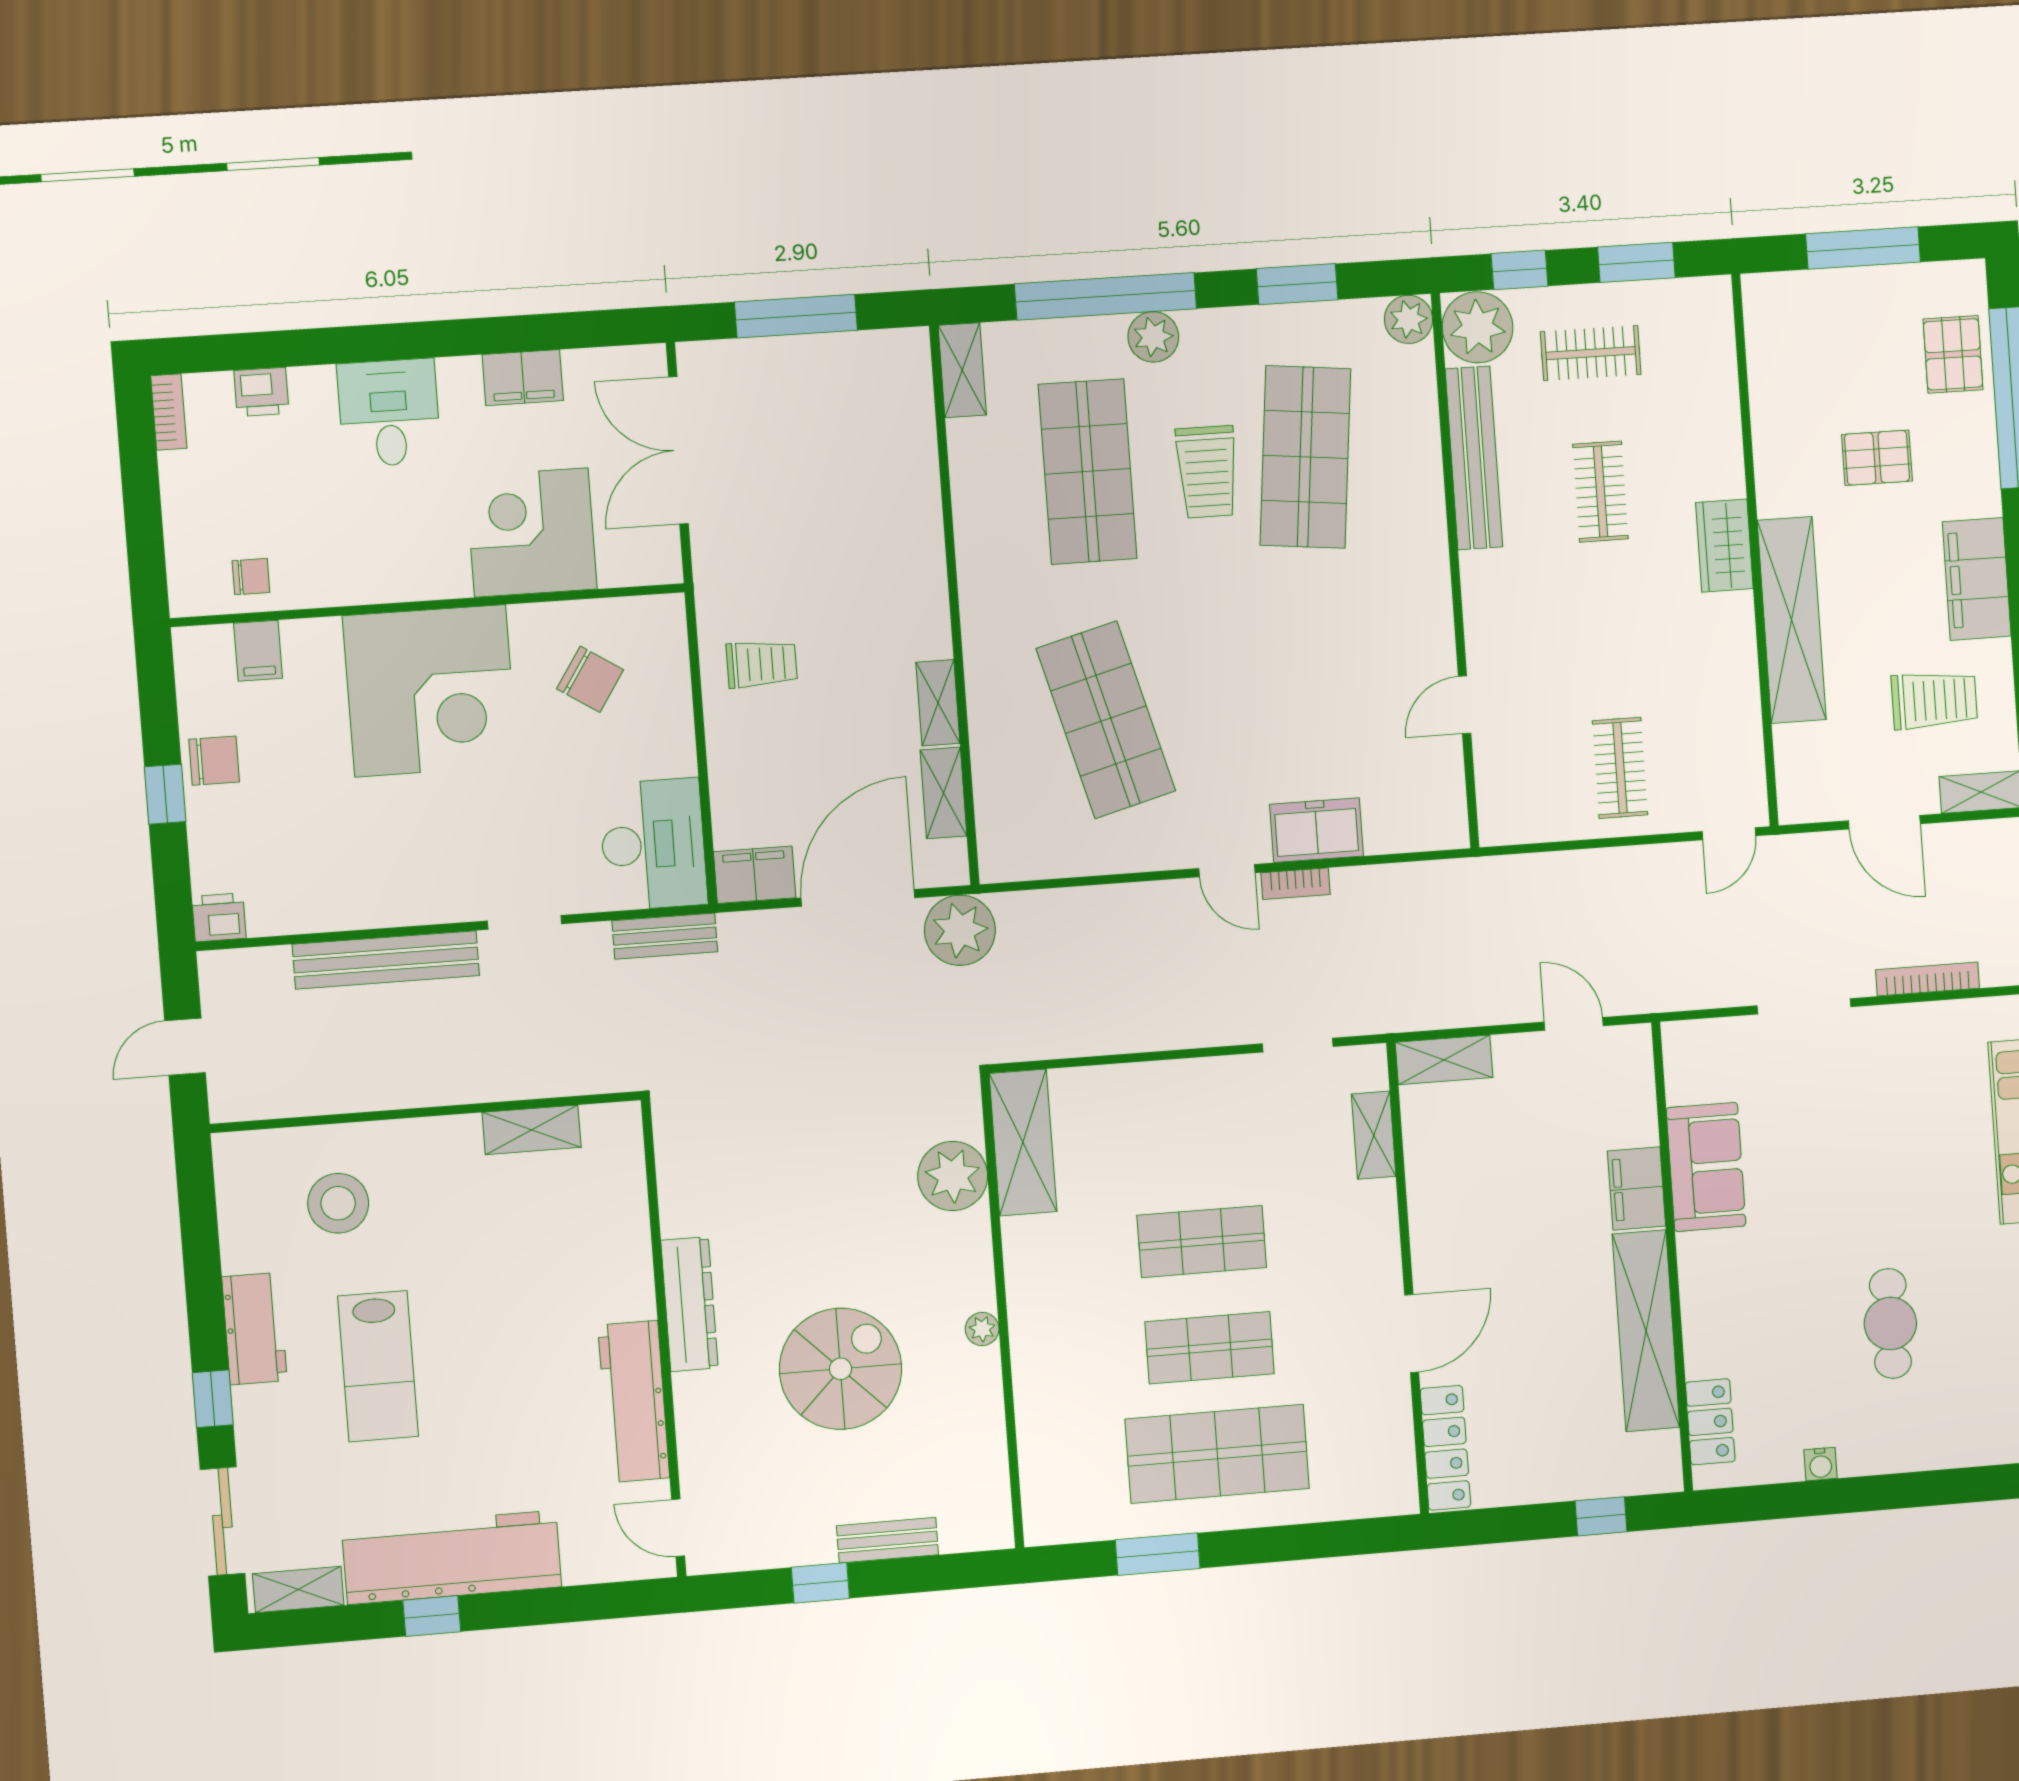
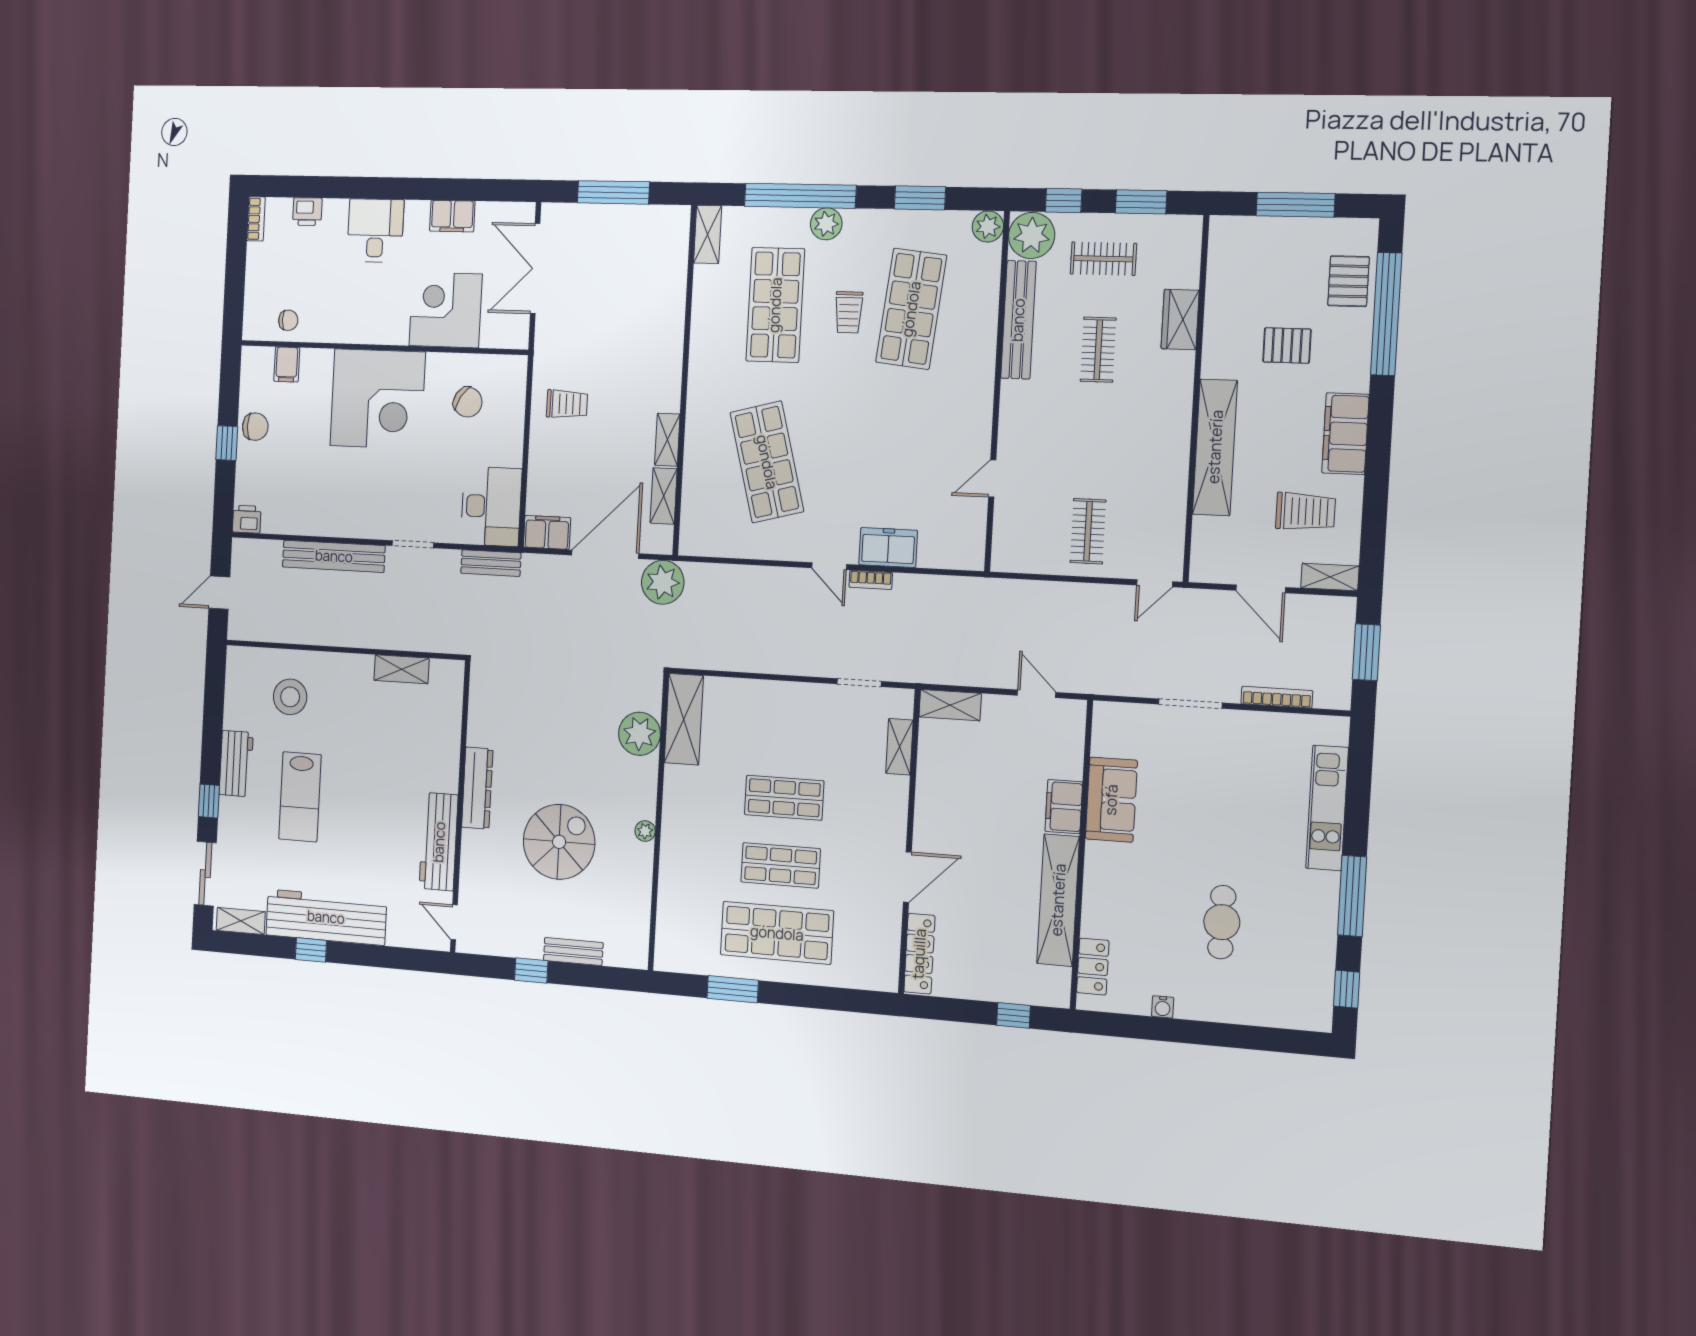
trolley: (1207, 472) -> (849, 312), width x0.73, depth x0.72
wardrobe: (1724, 546) -> (1180, 319), moved

